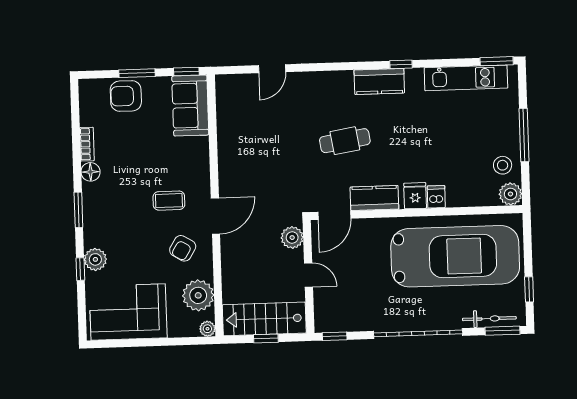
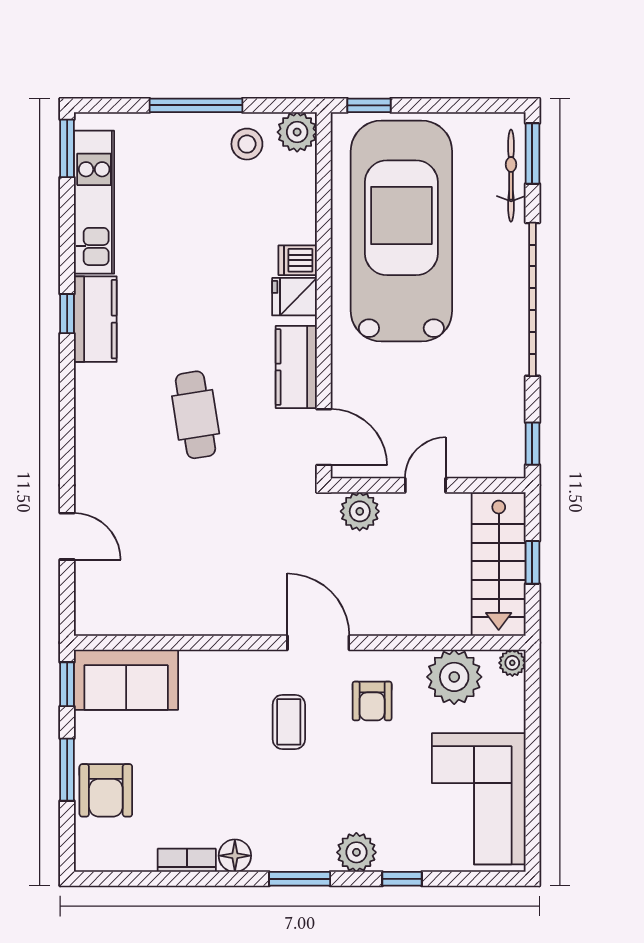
kitchen counter: (379, 81) -> (95, 319), moved
armchair: (183, 248) -> (372, 701), turned 59
plant: (95, 259) -> (356, 852), moved
window: (529, 289) -> (369, 105), moved

